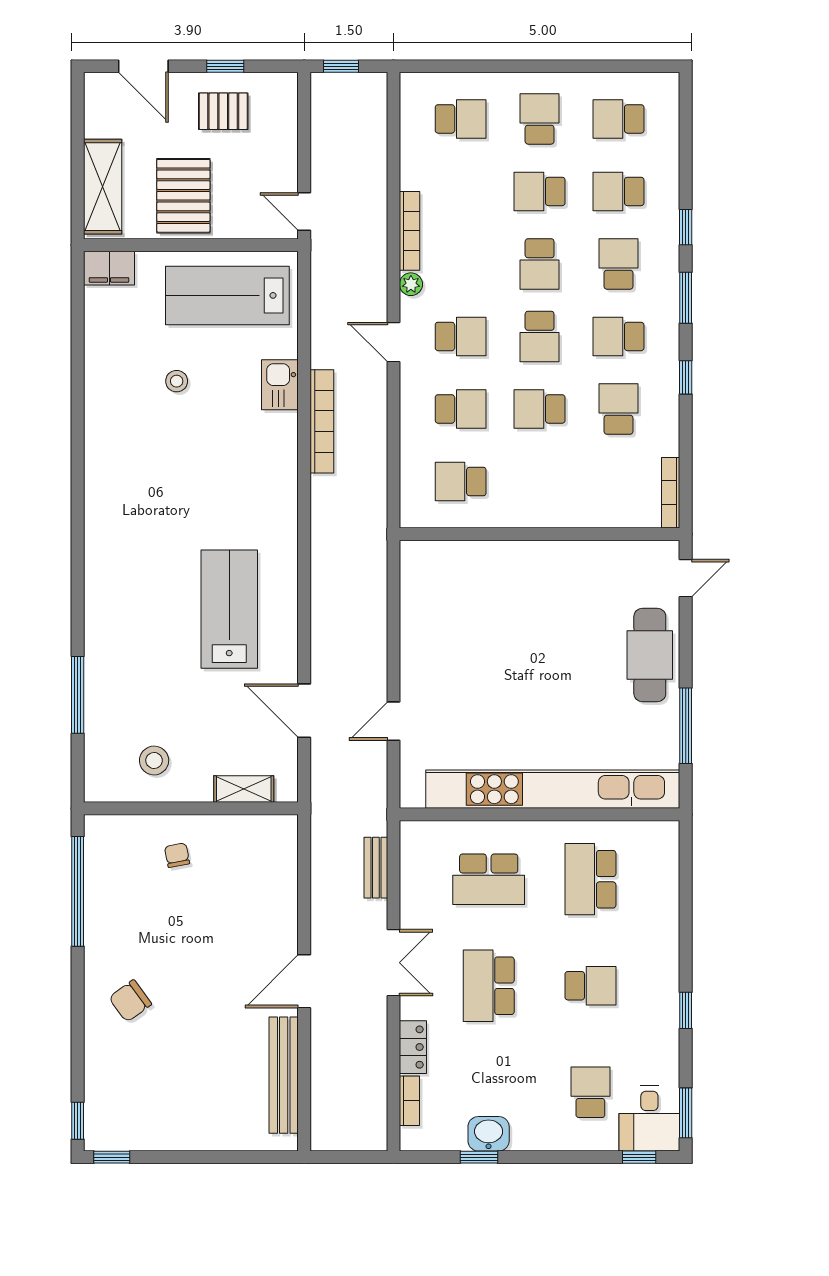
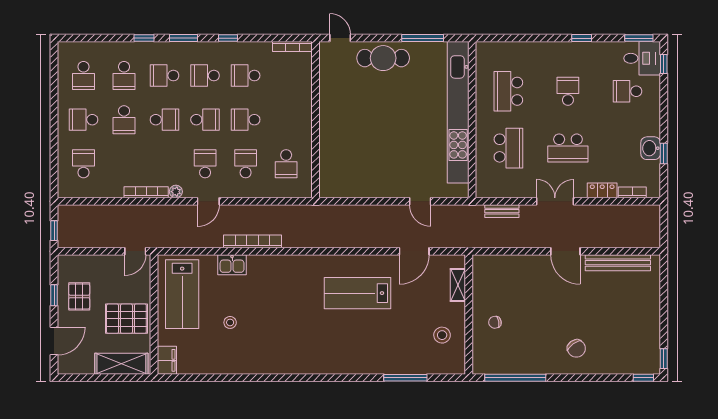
school desk: (618, 336) -> (205, 76), turned 90
school desk: (540, 409) -> (246, 120), turned 90
school desk: (590, 879) -> (508, 91), turned 90

